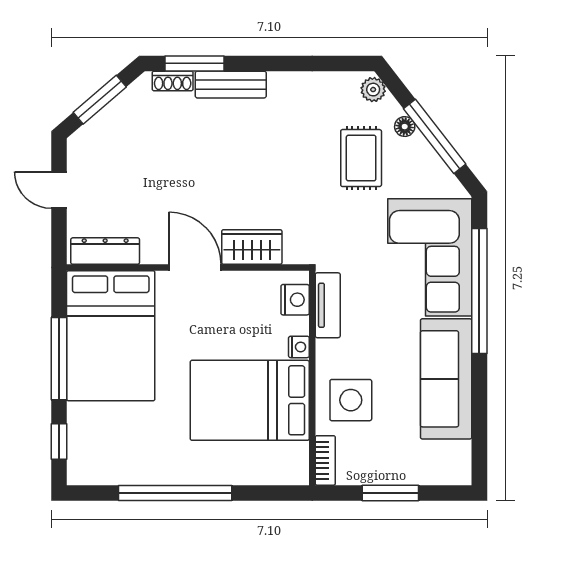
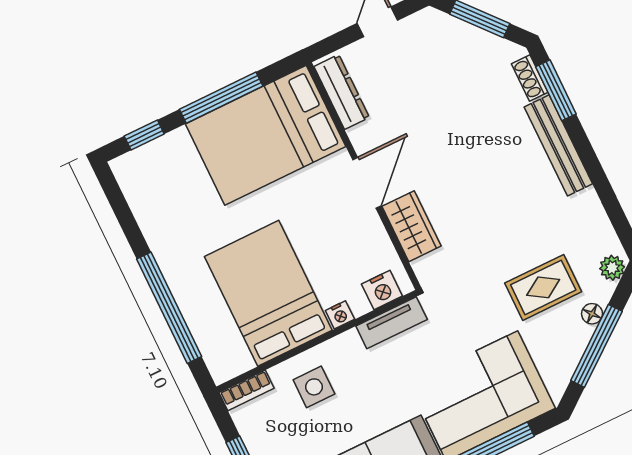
bench: (231, 85) -> (558, 145), width x1.36
side table: (351, 400) -> (314, 387), width x0.73, depth x0.73
window: (175, 493) -> (169, 308), moved

